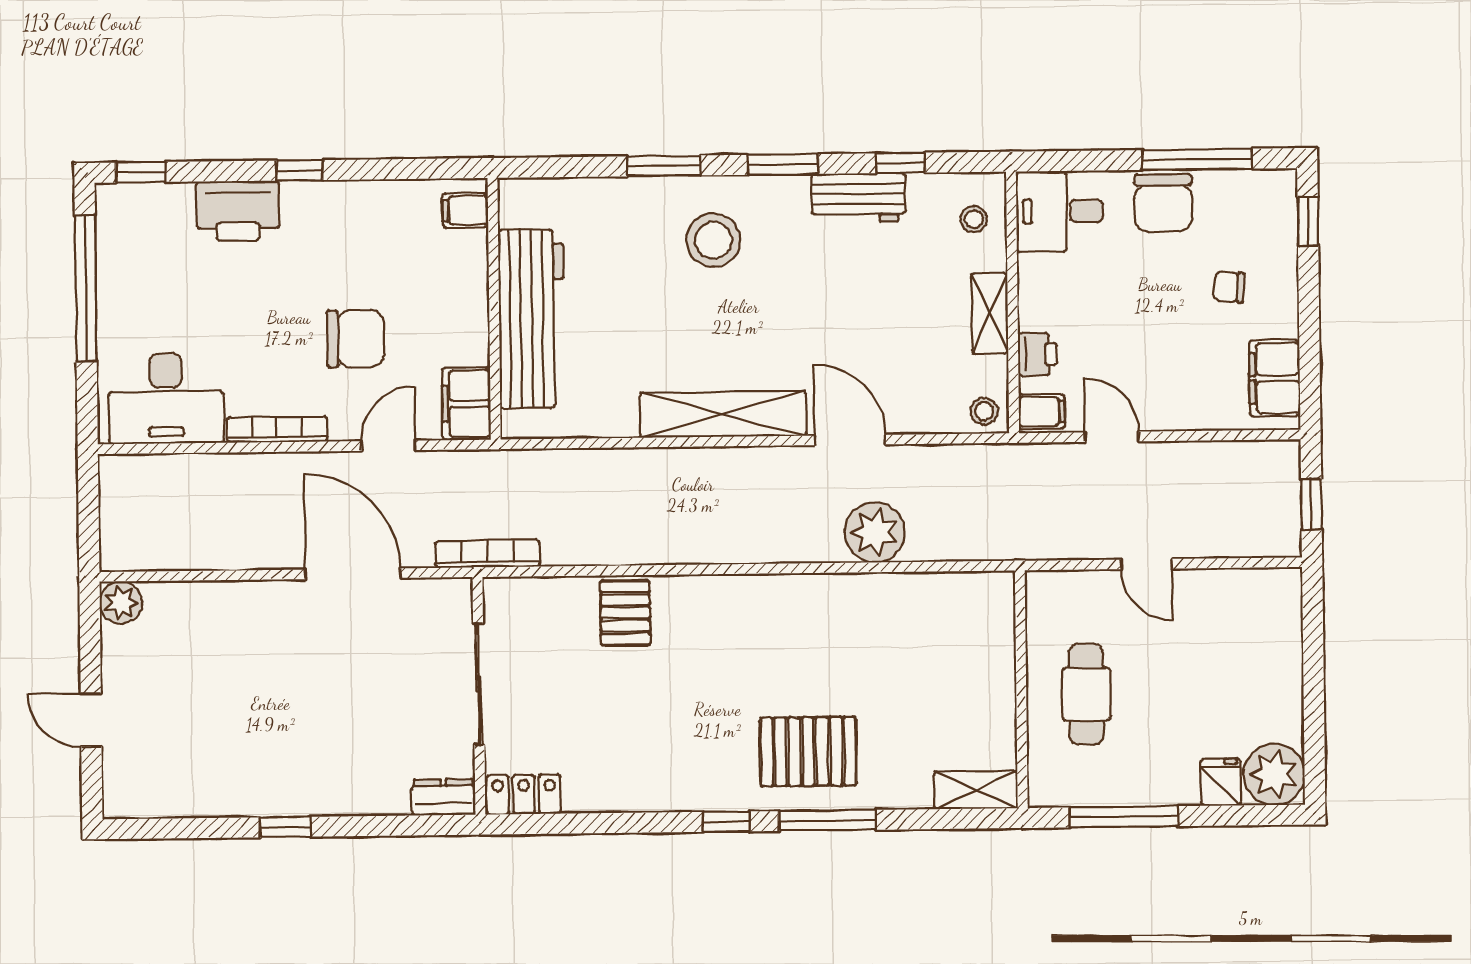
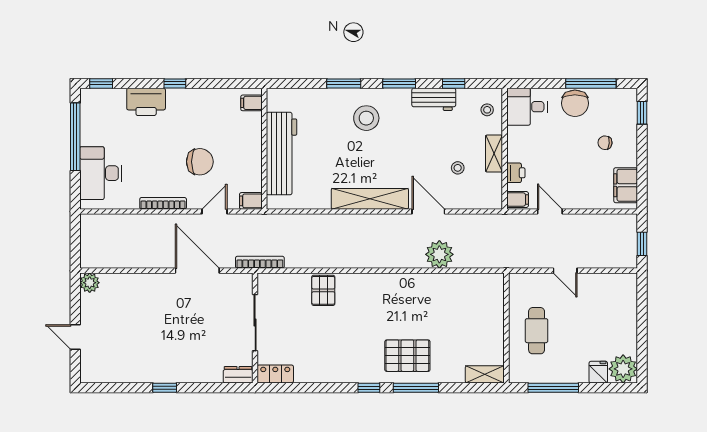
desk: (166, 398) -> (101, 173), moved, turned 90
filing cabinet: (466, 404) -> (251, 201), width x0.50
stool: (984, 411) -> (458, 168), moved

